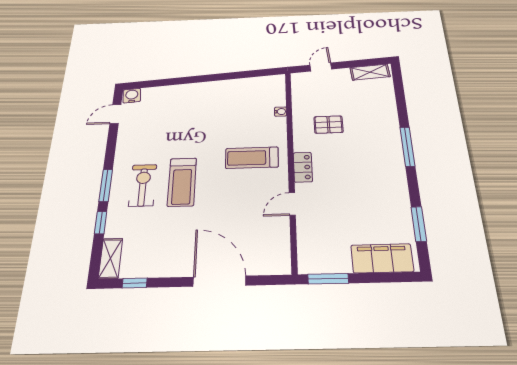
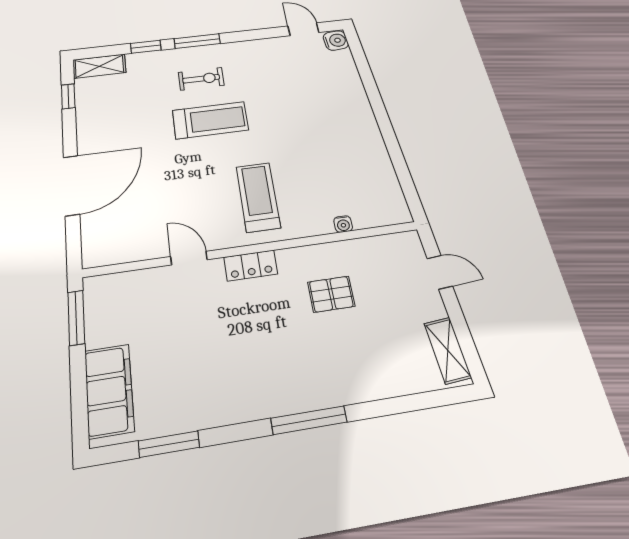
pallet: (328, 125) -> (331, 294), turned 90
treadmill: (182, 182) -> (210, 120), turned 180
exercise bike: (143, 185) -> (201, 79), width x0.73, depth x0.72

